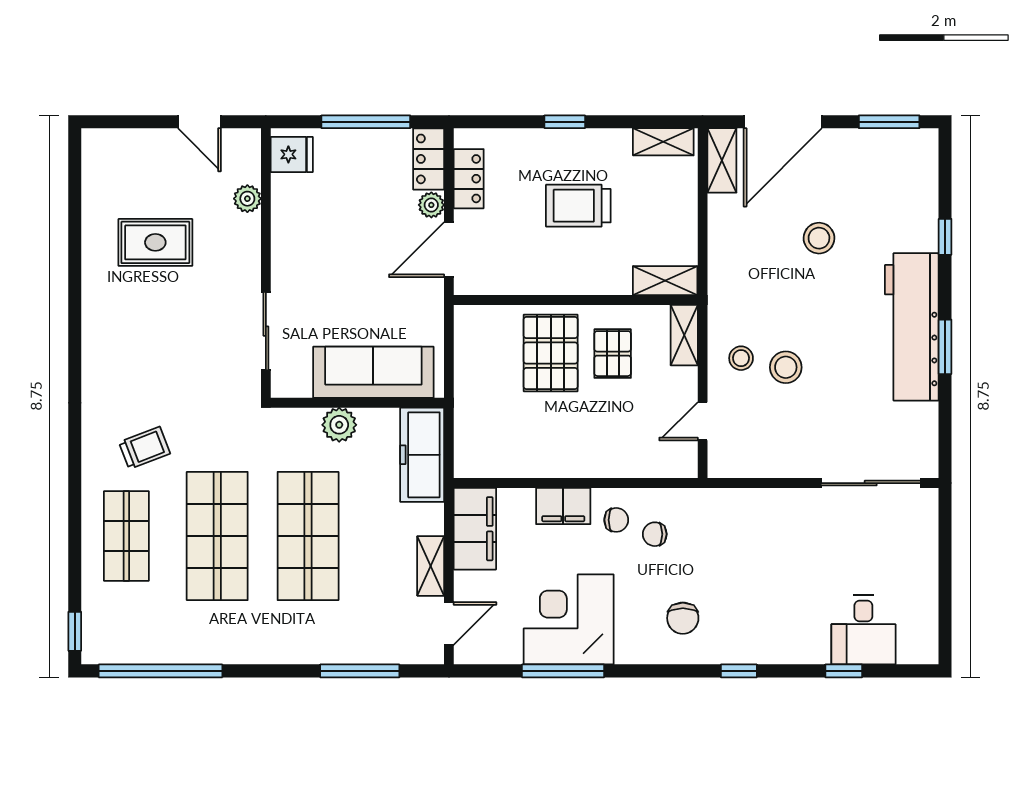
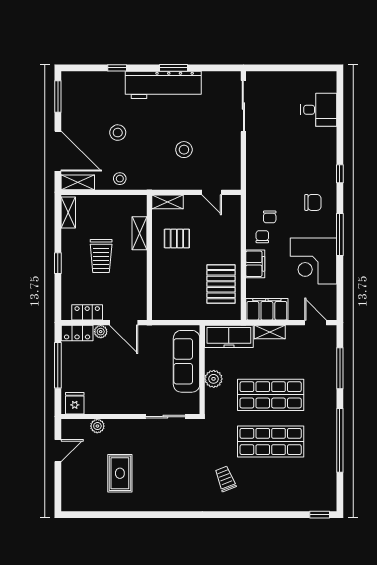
shelving: (665, 281) -> (140, 233), moved
pallet: (551, 353) -> (221, 284), moved, turned 90
stool: (741, 358) -> (120, 179), moved
shop shelf: (126, 536) -> (271, 488), removed
shelving: (431, 566) -> (270, 332), moved
window: (160, 671) -> (340, 440), moved
window: (563, 671) -> (340, 235), moved
window: (844, 671) -> (340, 120), removed

